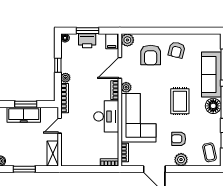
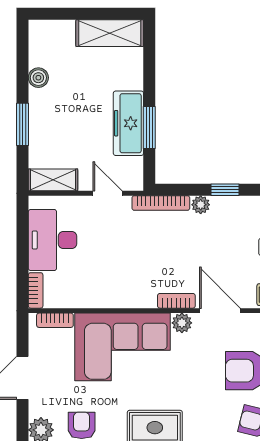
desk: (106, 116) -> (53, 240), moved, turned 90

